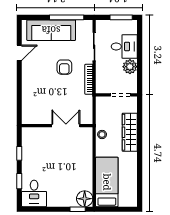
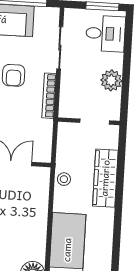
desk: (124, 46) -> (105, 34), moved

